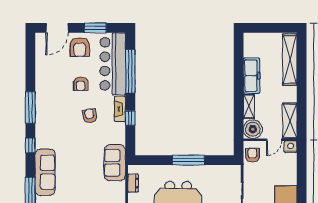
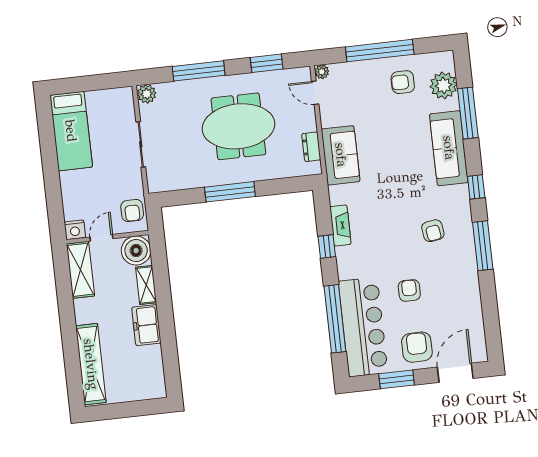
freezer: (251, 76) -> (146, 325), width x0.71
fireplace: (120, 109) -> (340, 225), moved
armchair: (90, 116) -> (433, 231), moved
sofa: (115, 163) -> (341, 155), moved

